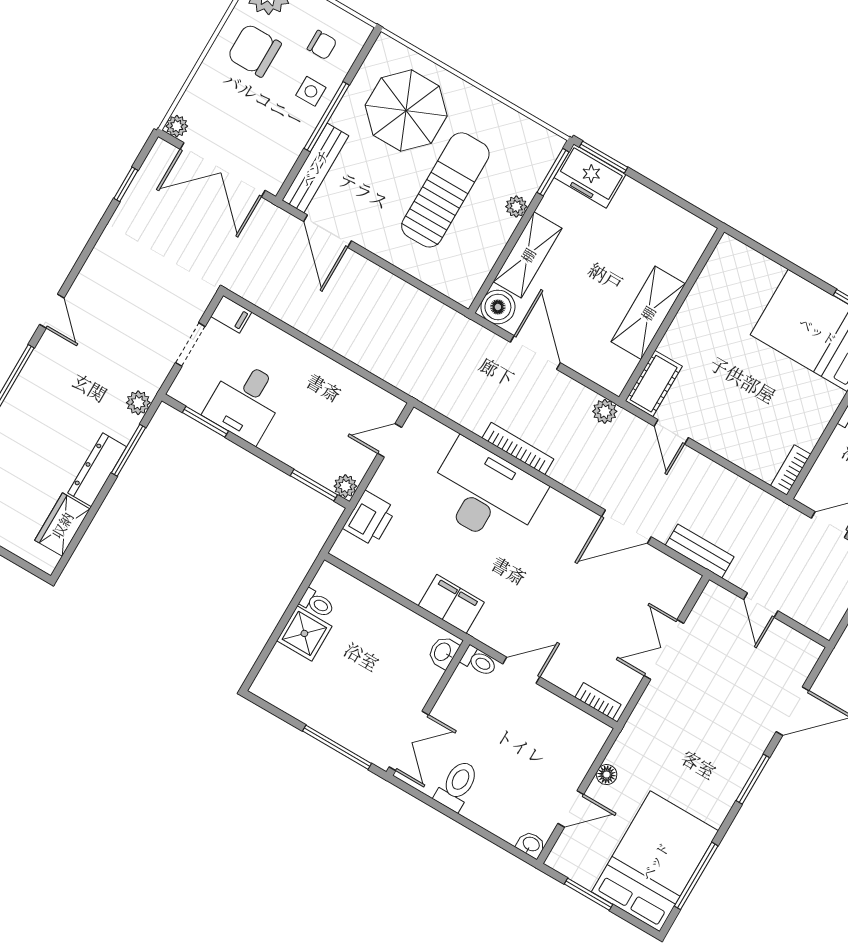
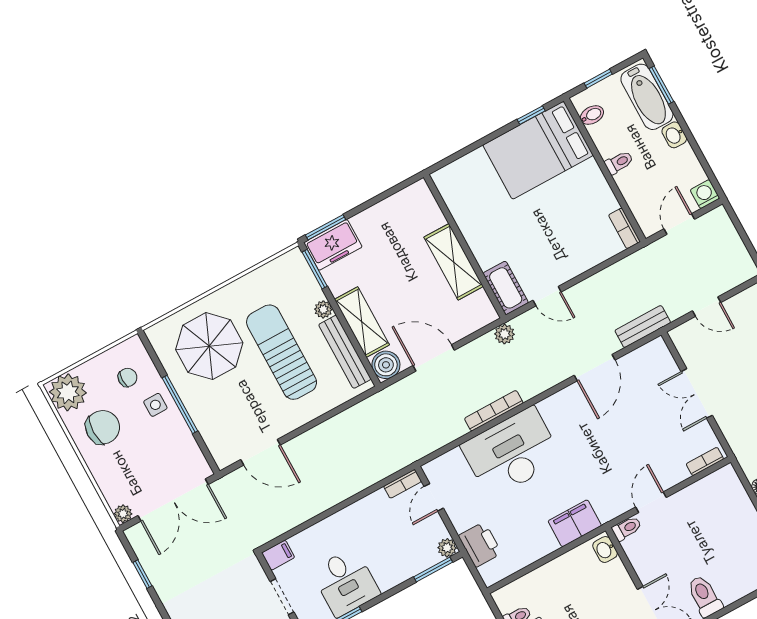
chair: (254, 50) -> (103, 427), turned 180
bench: (315, 168) -> (345, 352), moved
bookcase: (384, 399) -> (403, 484), added

